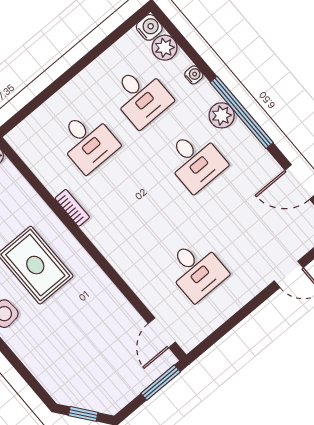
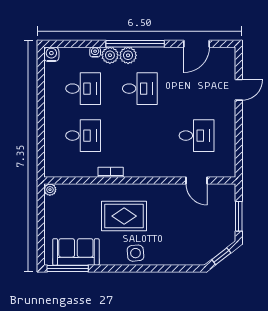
plant: (165, 48) -> (110, 55), moved
door: (162, 333) -> (197, 180), moved
window: (161, 383) -> (239, 216), moved

